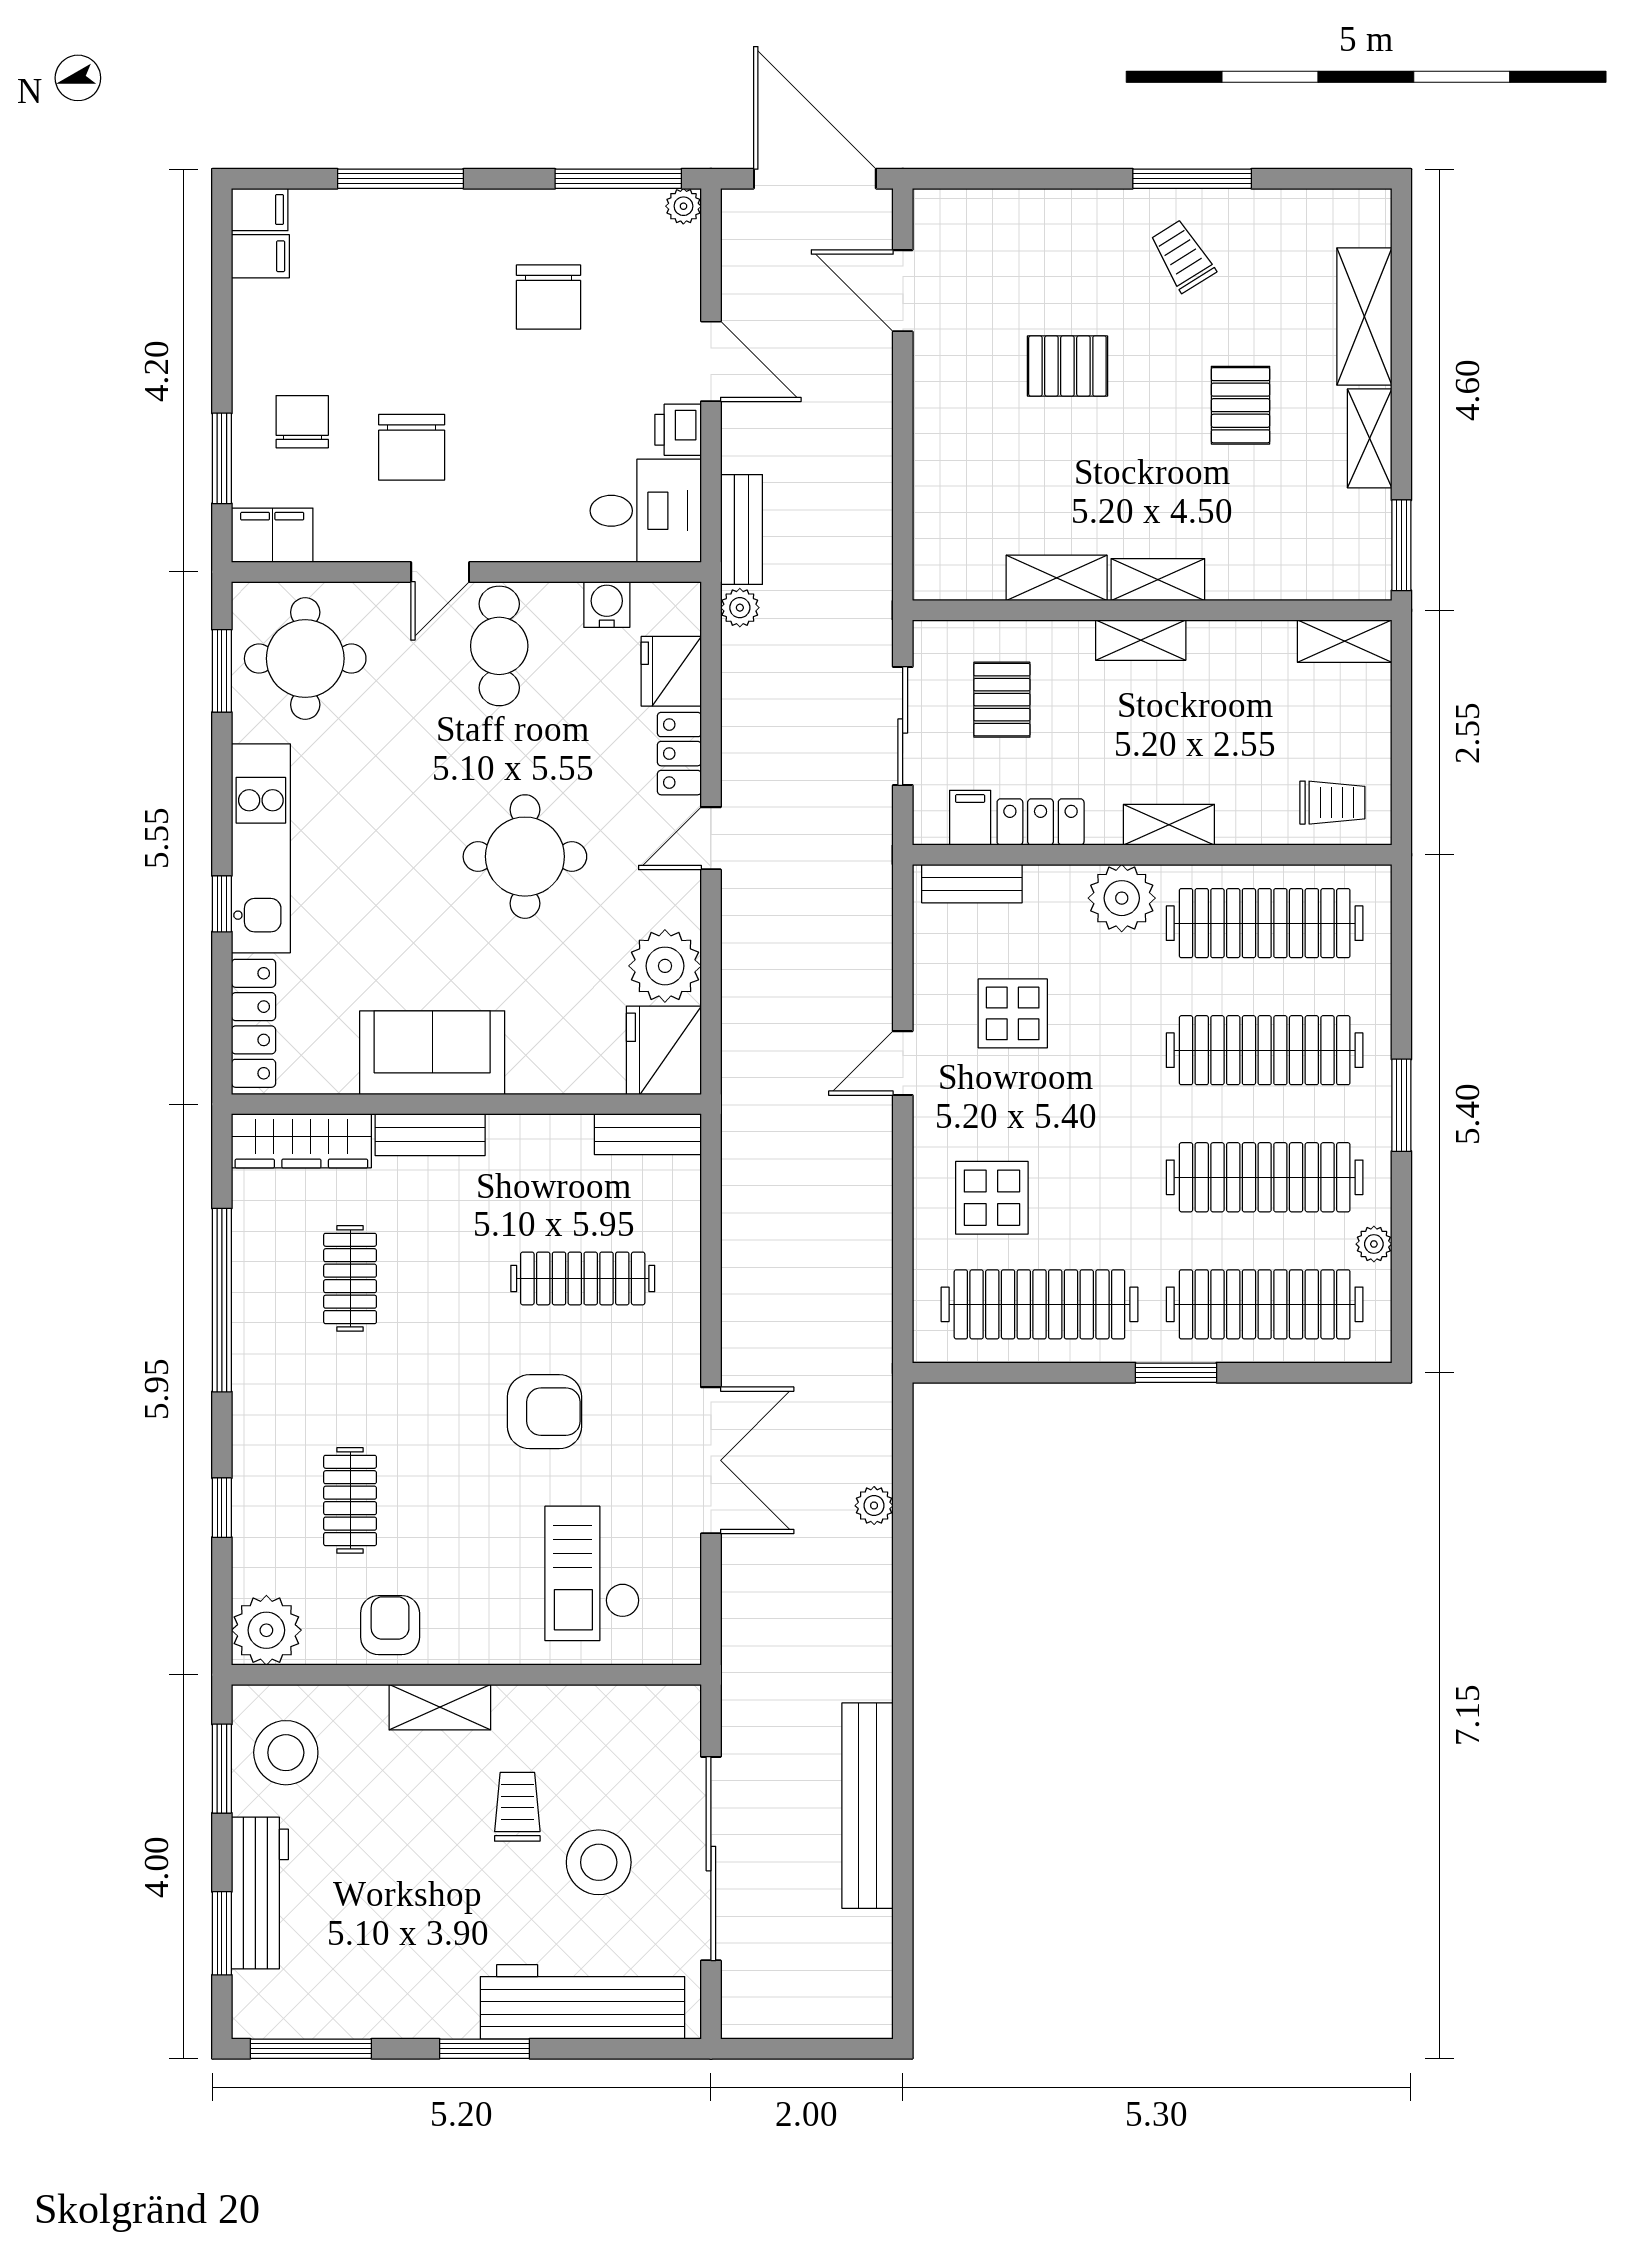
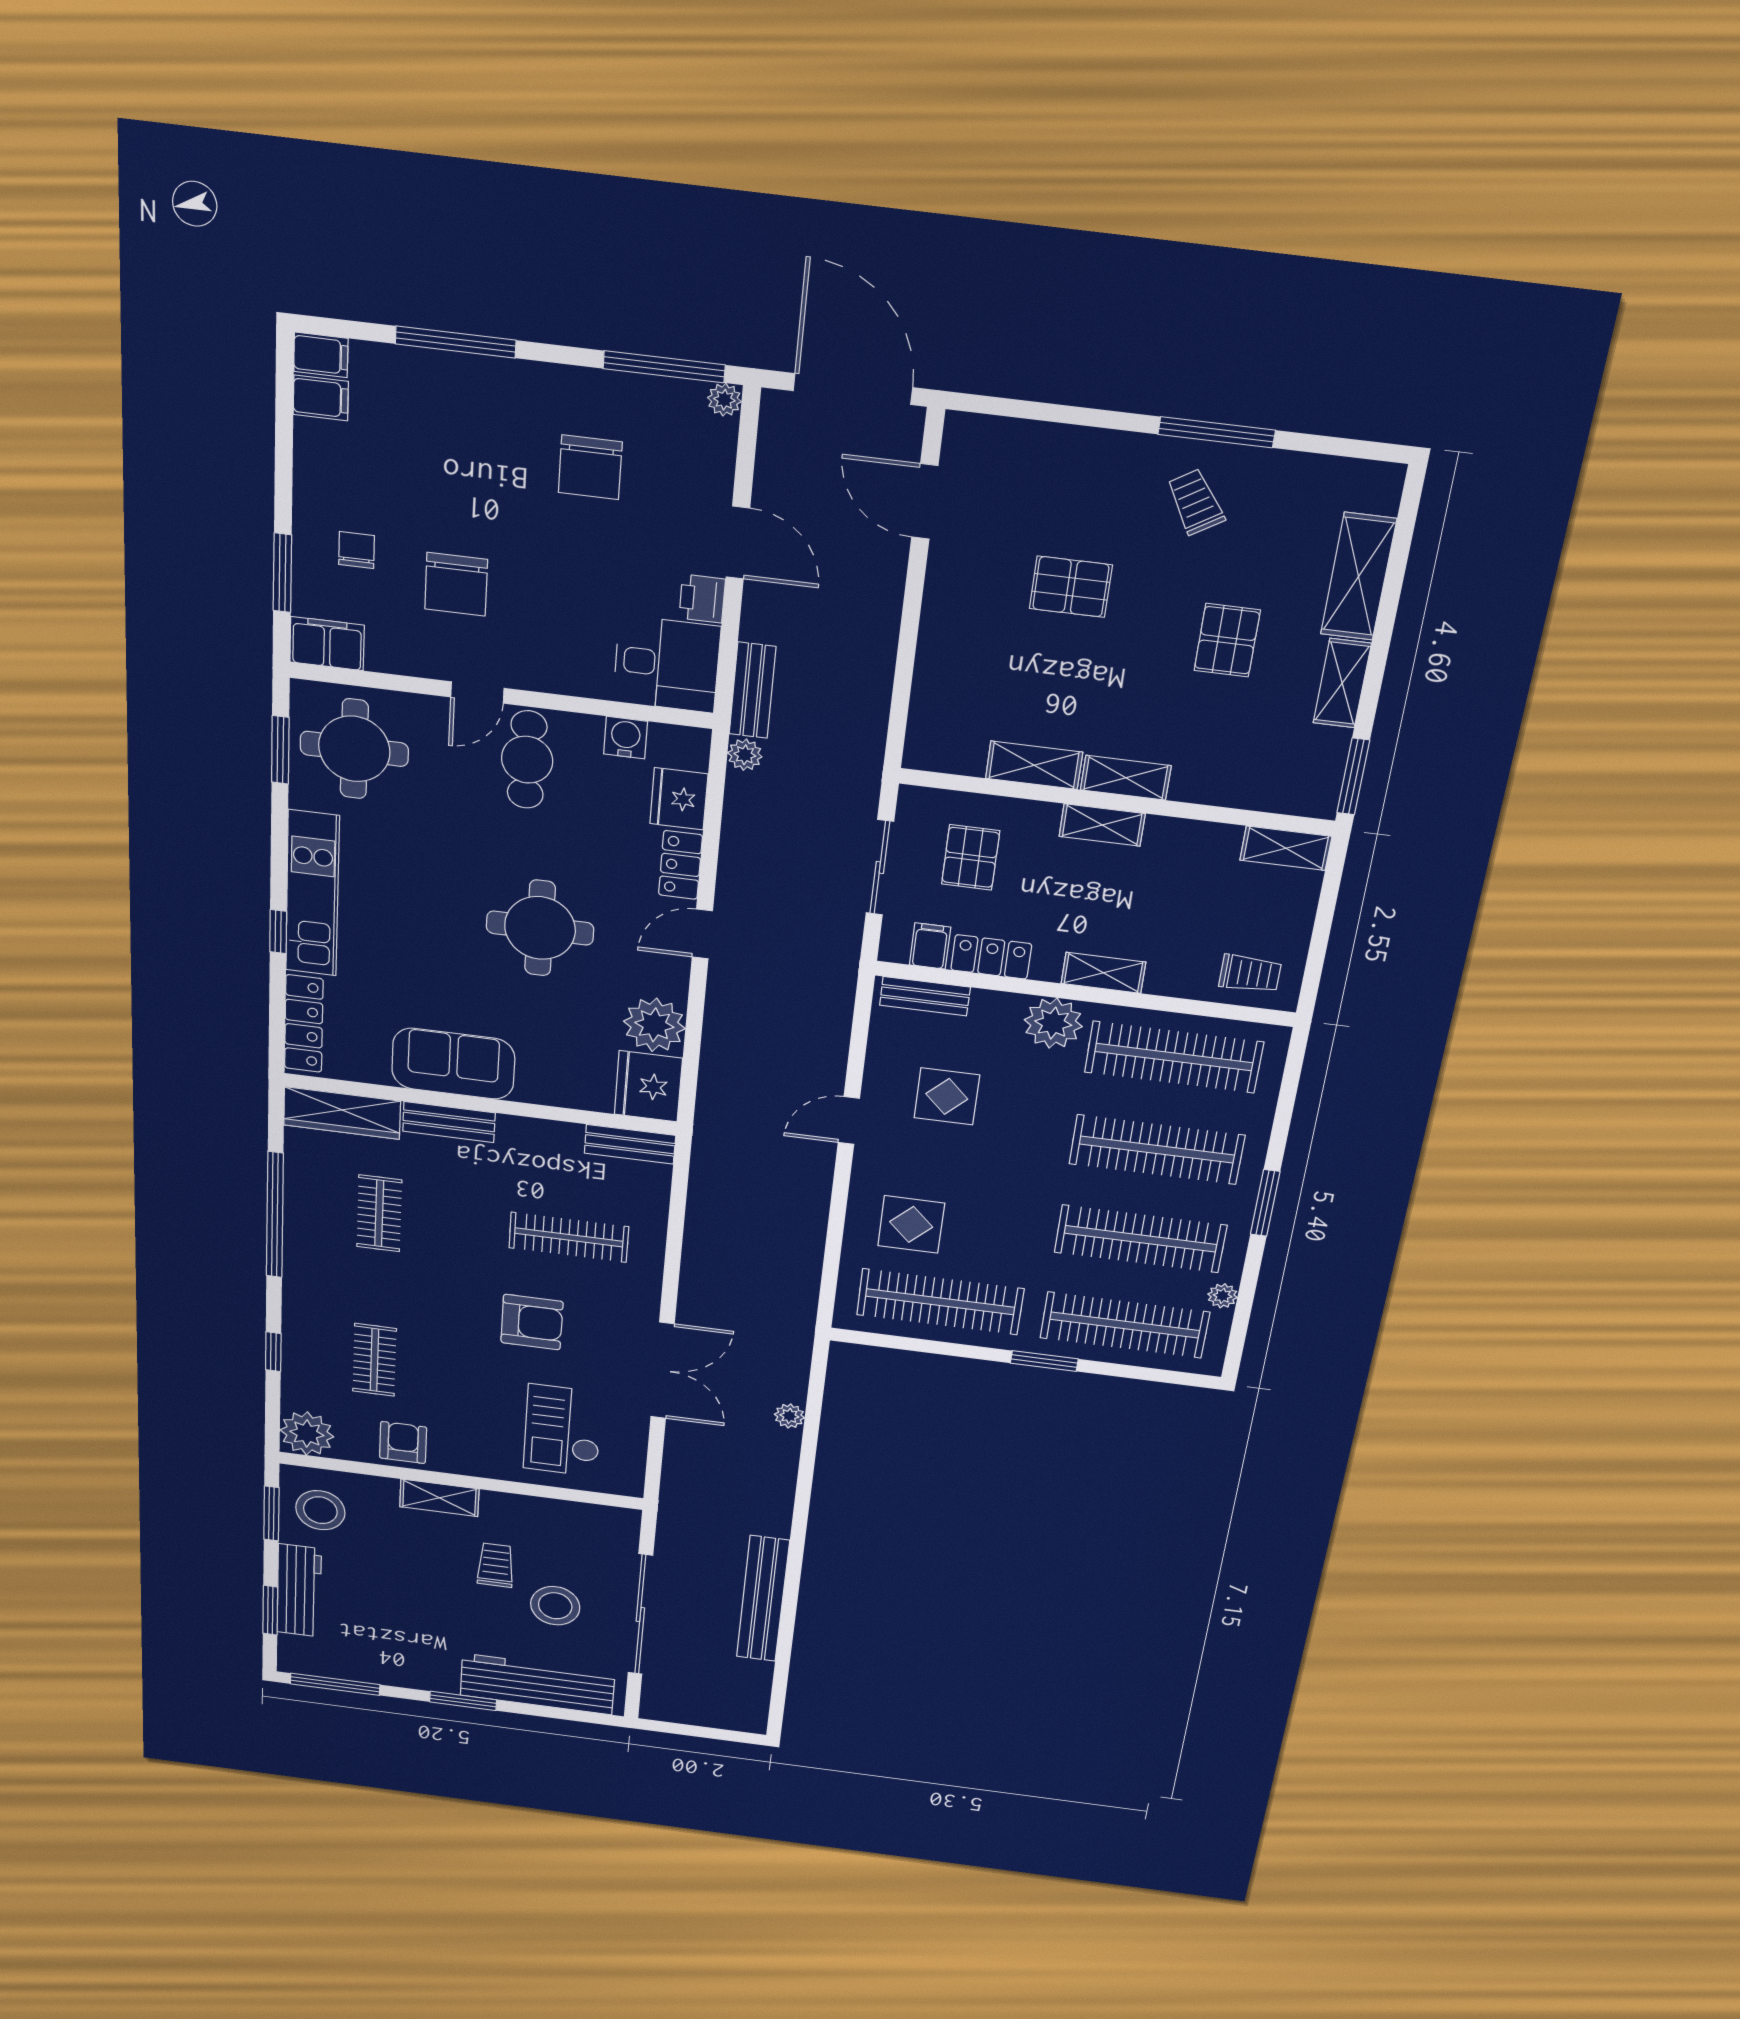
chair: (302, 422) -> (357, 550), width x0.73, depth x0.73

